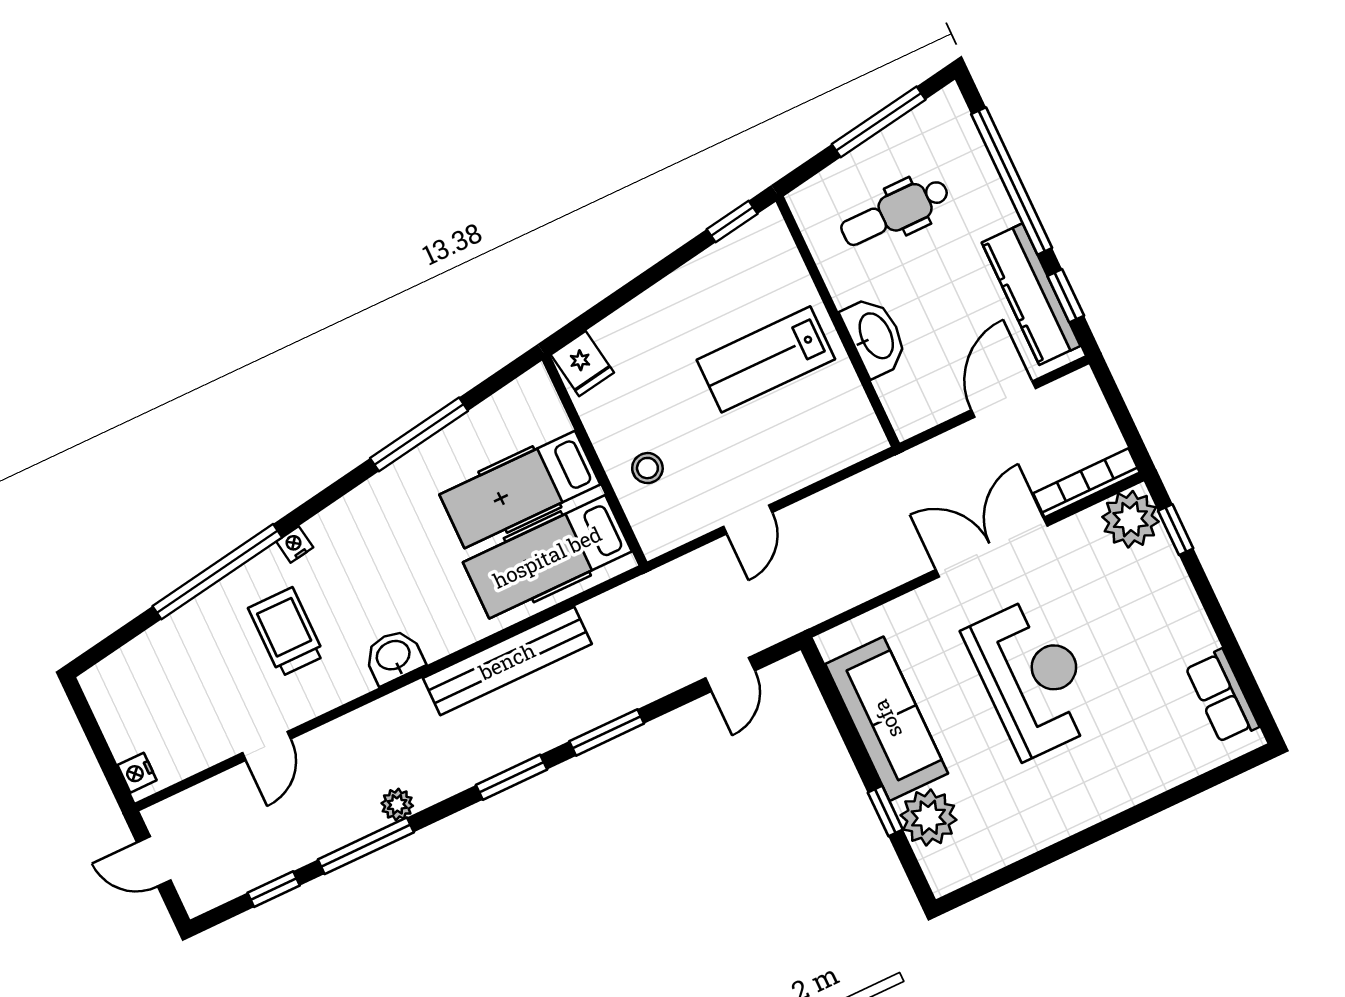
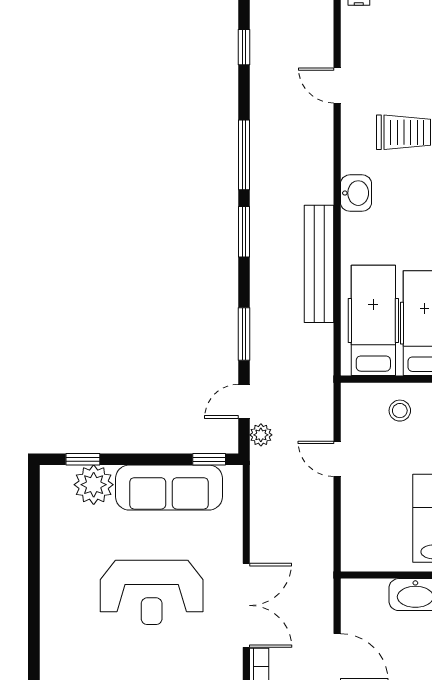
door: (730, 674) -> (244, 401), hinge flipped
window: (826, 684) -> (209, 459), added
window: (607, 732) -> (244, 334), moved
plant: (397, 804) -> (261, 435), moved
window: (885, 811) -> (83, 459), moved
window: (366, 846) -> (244, 155), moved

